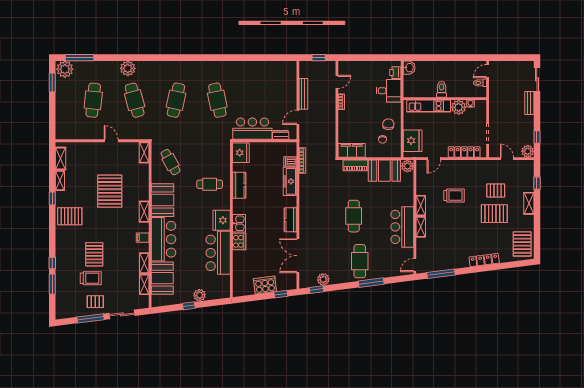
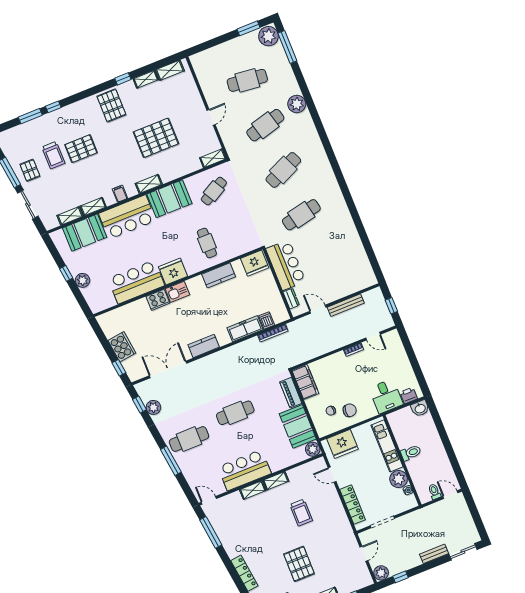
cafe table: (176, 100) -> (283, 170), turned -36
pallet: (496, 191) -> (325, 556), removed

